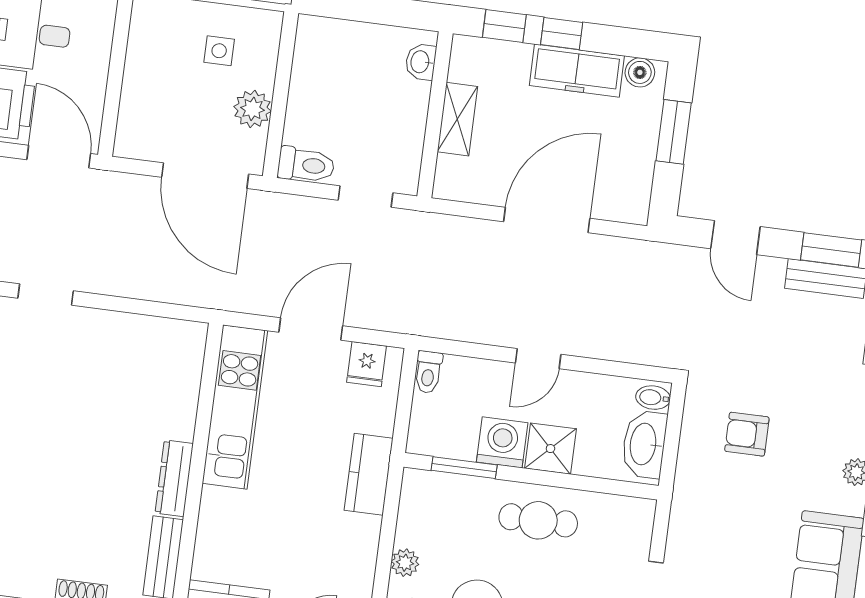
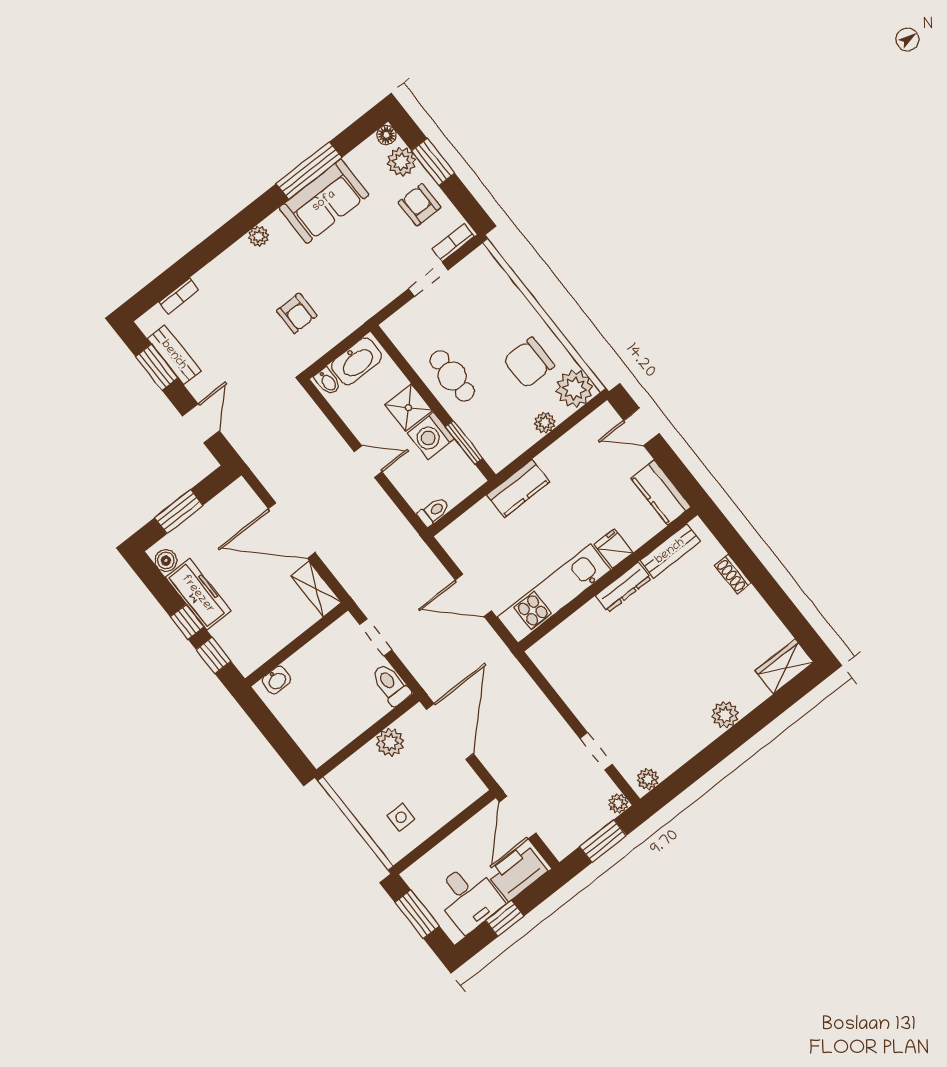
side table: (219, 51) -> (401, 817), moved
shelving: (457, 119) -> (316, 589), moved, turned 90
fridge: (367, 364) -> (613, 549), moved, turned -90

